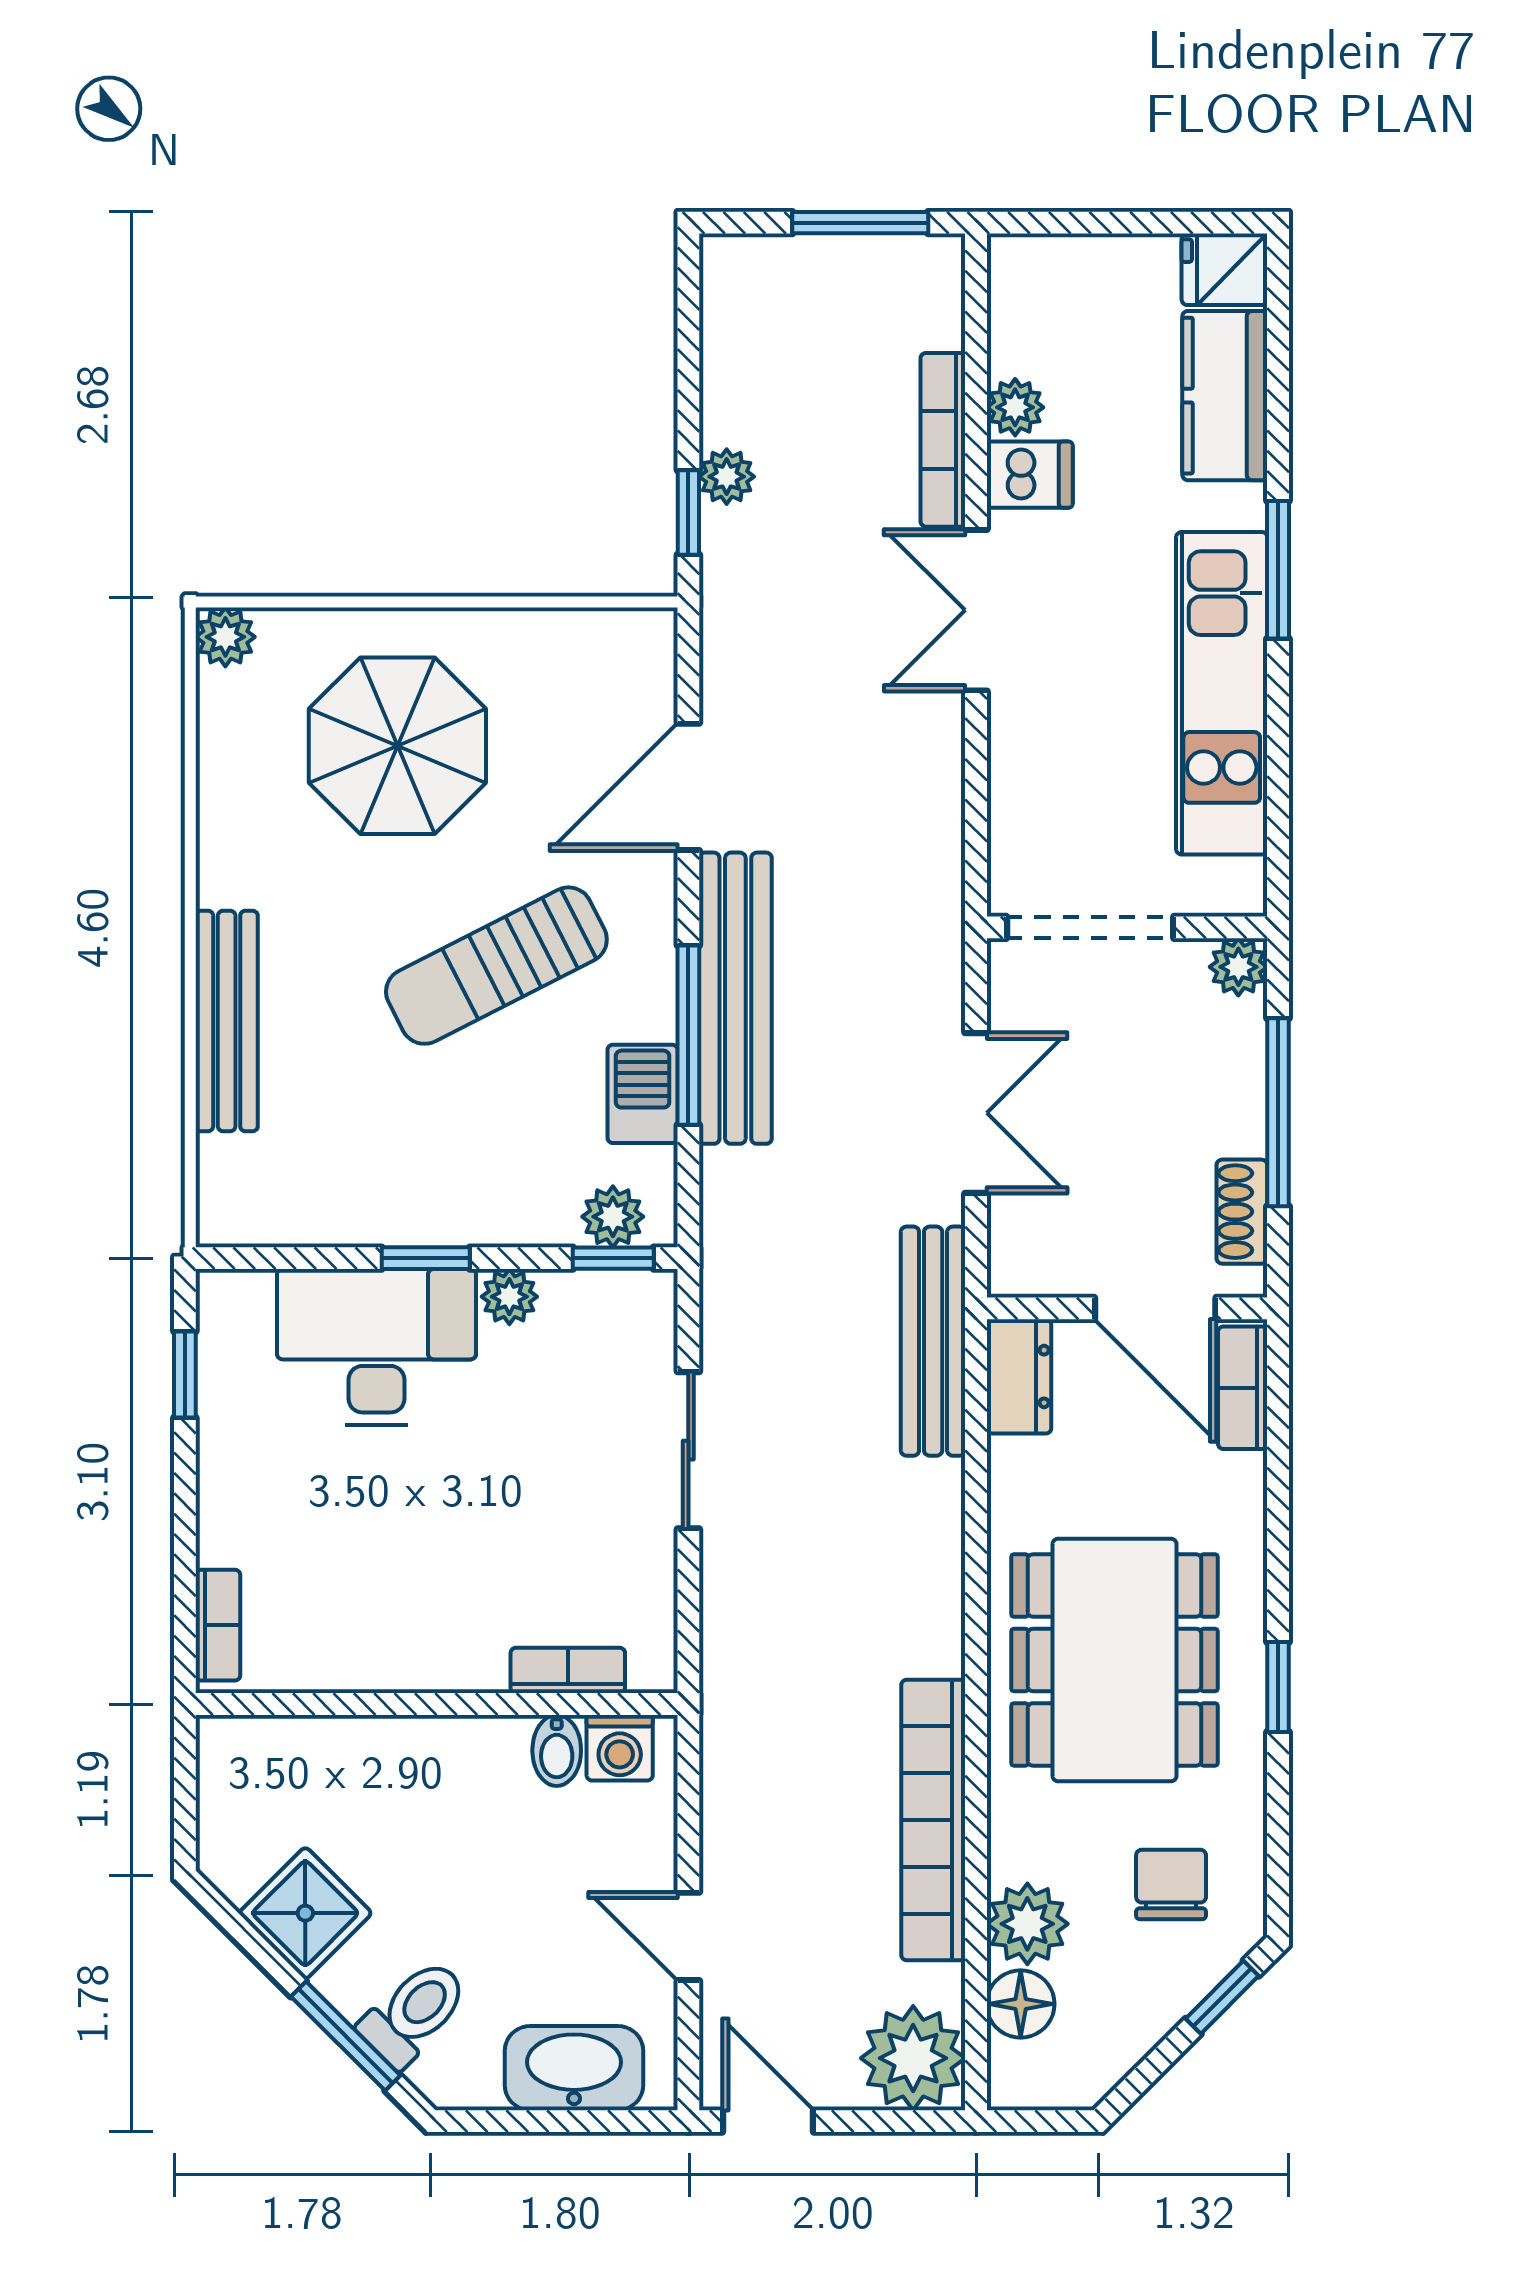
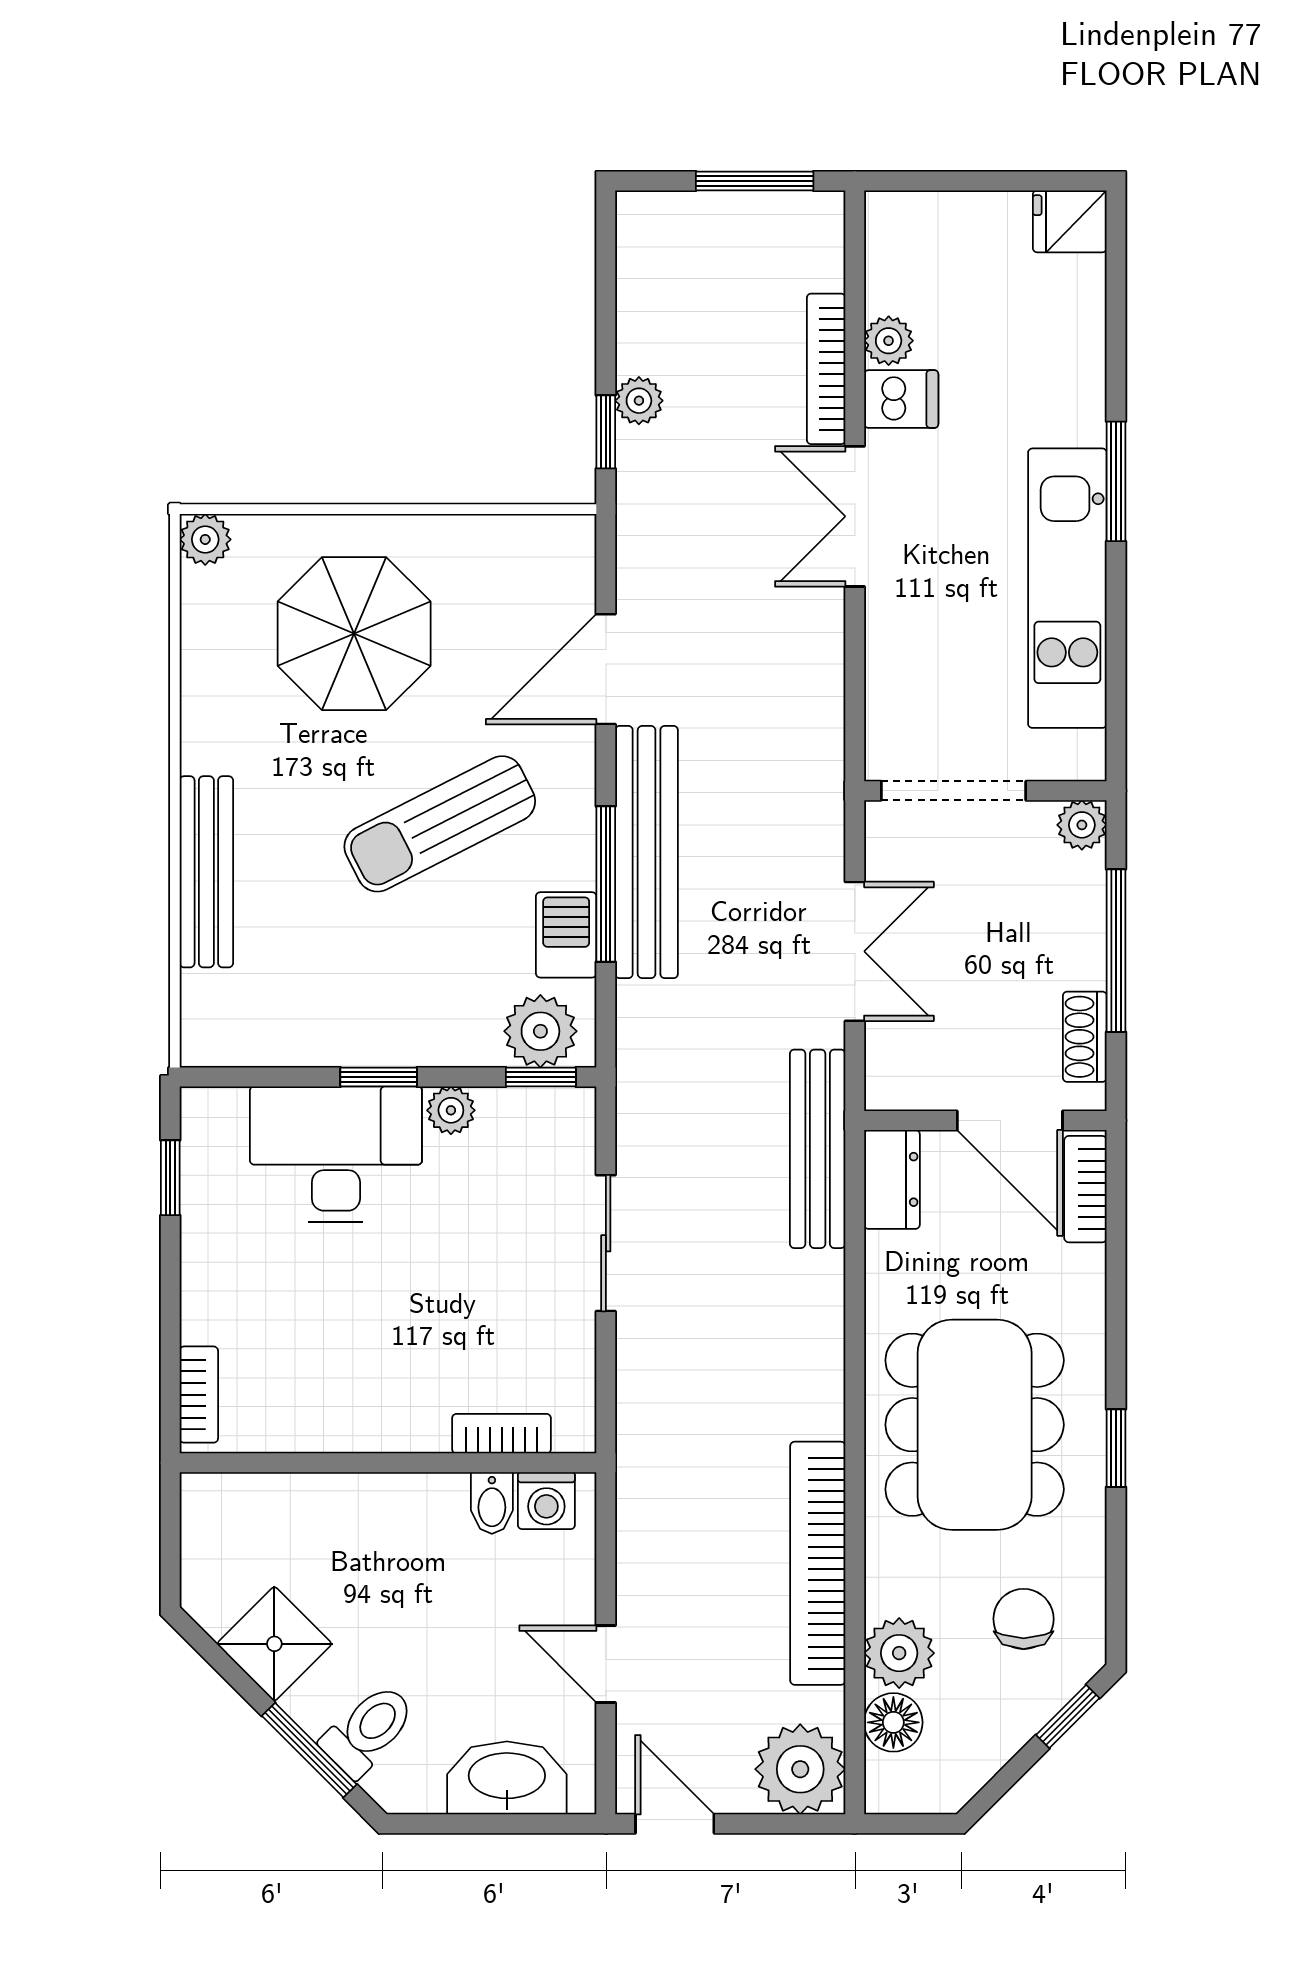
kitchen counter: (1225, 396) -> (1070, 331), removed
plant: (613, 1217) -> (540, 1031), width x1.38, depth x1.38

